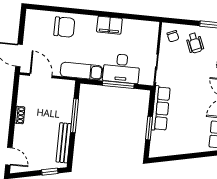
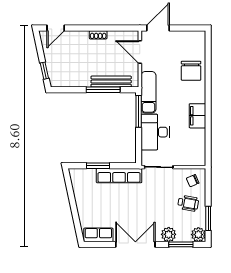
wheelchair: (195, 43) -> (188, 203), turned -148
door: (41, 76) -> (140, 52), swing flipped
window: (118, 85) -> (139, 111), moved
bench: (64, 143) -> (111, 82), moved

